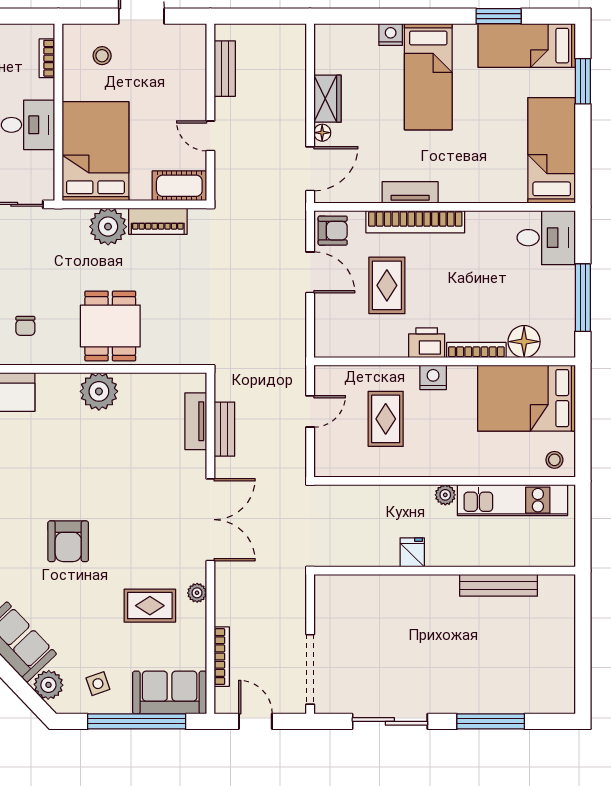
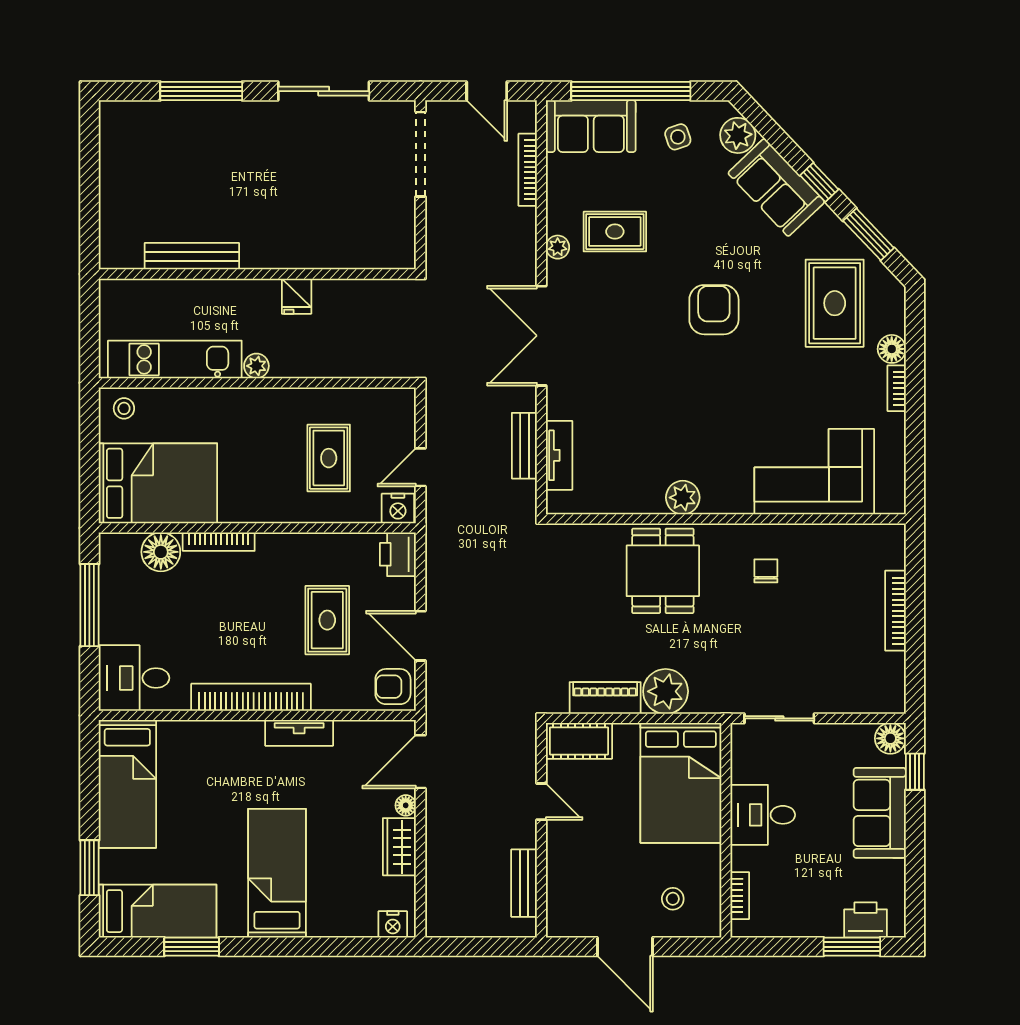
nightstand: (391, 35) -> (393, 924), moved
bookcase: (415, 222) -> (251, 697), moved
printer: (427, 343) -> (398, 554), moved, turned 90
nightstand: (433, 377) -> (398, 509), moved
plant: (99, 391) -> (683, 498), width x0.73, depth x0.73

